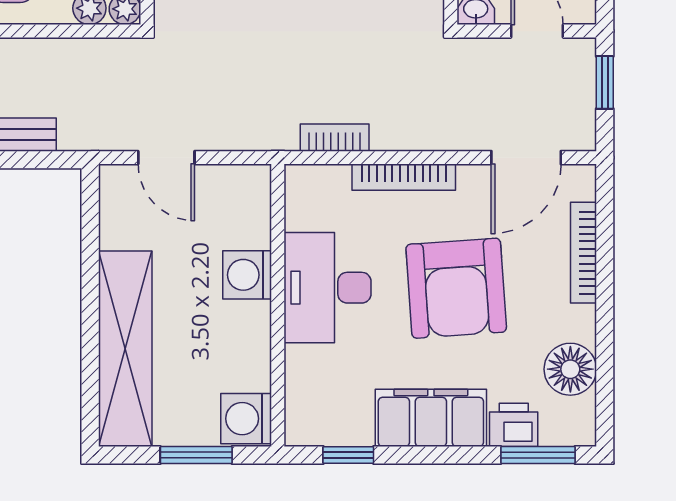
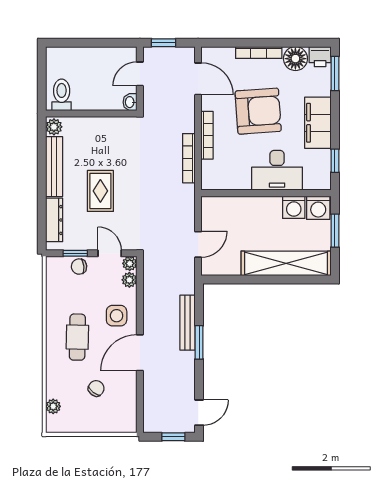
bookcase: (335, 138) -> (189, 158), width x1.56
bookcase: (583, 253) -> (259, 53), moved
washing machine: (247, 275) -> (294, 207), moved
desk: (328, 288) -> (277, 170), moved
printer: (514, 425) -> (320, 57), moved, turned -90

